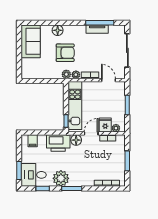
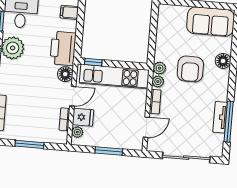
door: (91, 133) -> (73, 96), hinge flipped

